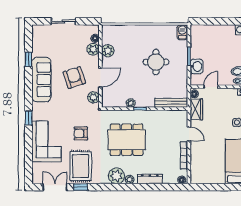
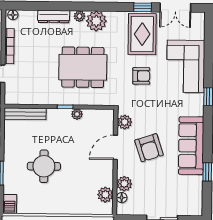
plant: (108, 51) -> (105, 195), moved

